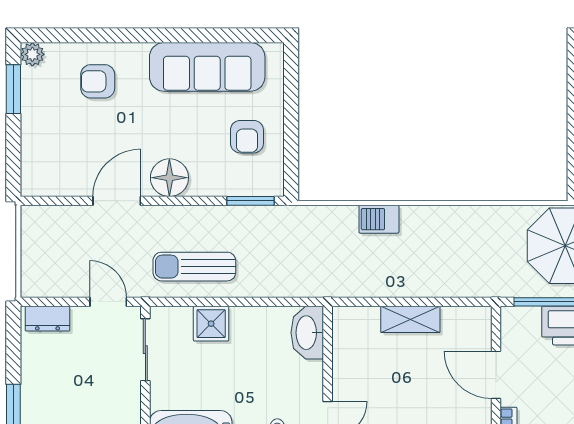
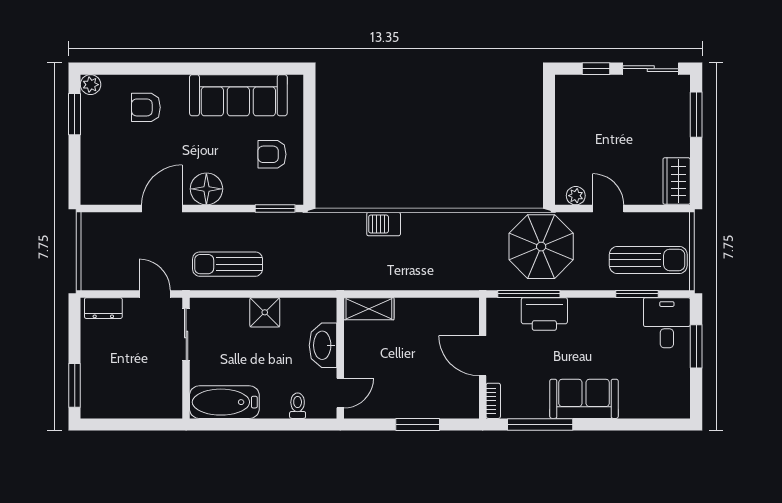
armchair: (247, 137) -> (272, 154), turned 90
shelving: (410, 319) -> (369, 309), moved
shower: (211, 324) -> (265, 312), moved
washbasin: (307, 333) -> (323, 345), moved

